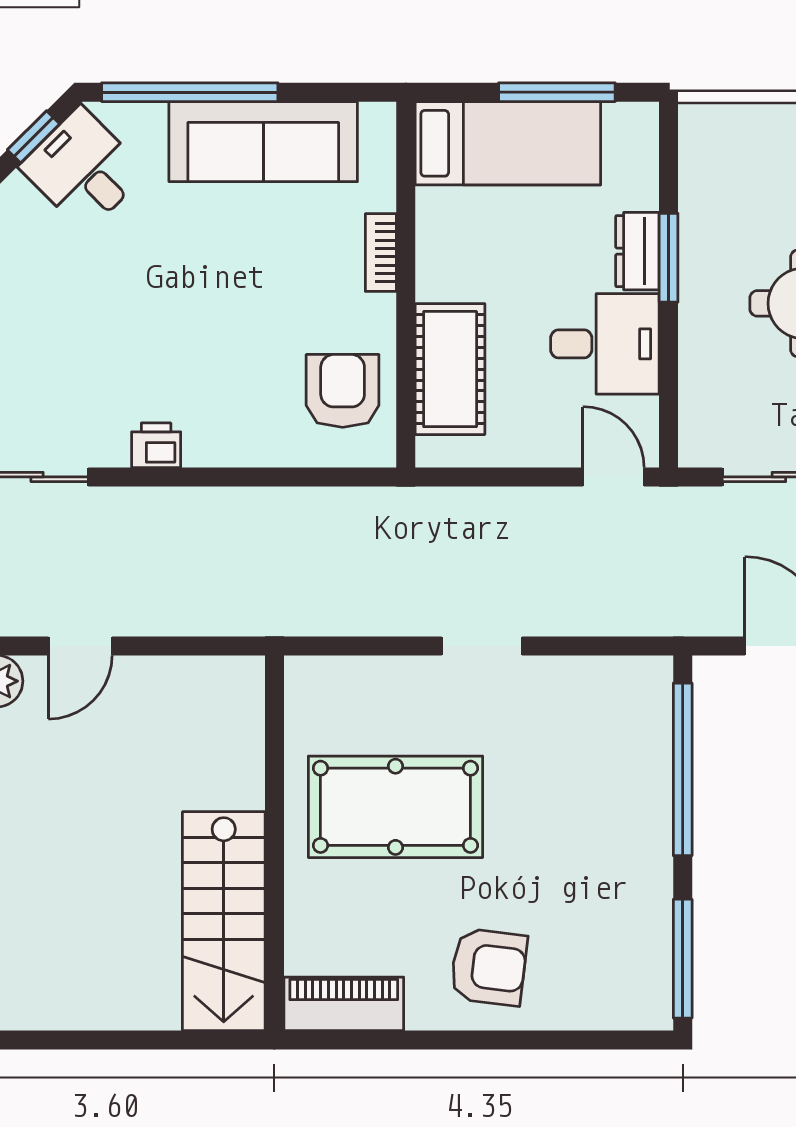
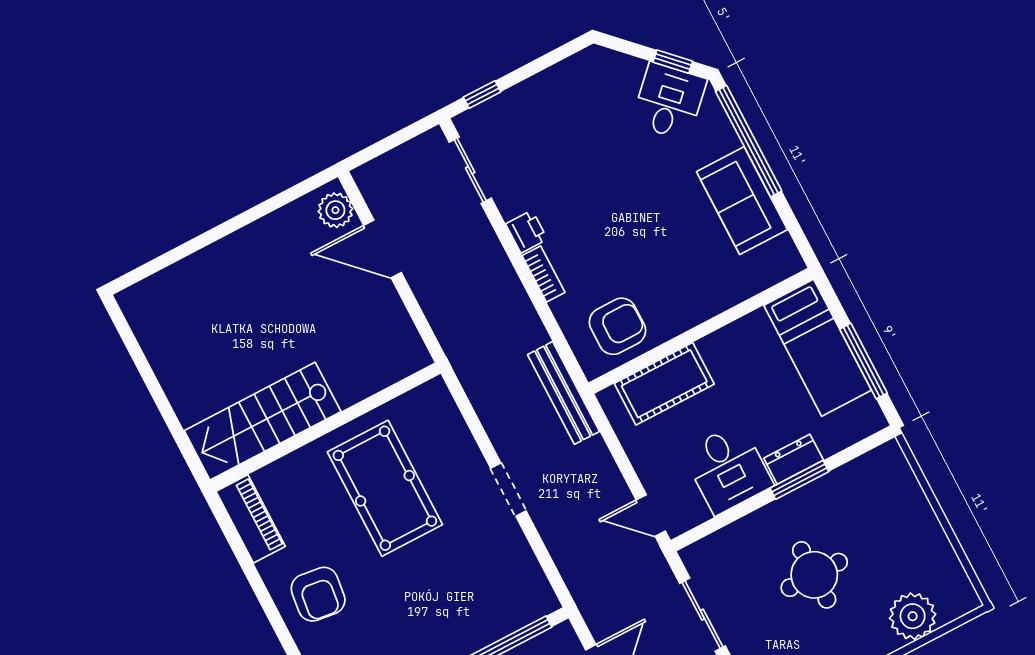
sofa: (263, 142) -> (742, 201), width x0.73
bookcase: (381, 253) -> (543, 274), moved, turned 90
door: (613, 477) -> (651, 516), swing flipped
bench: (393, 507) -> (564, 393), added
door: (80, 646) -> (383, 249), width x1.38

